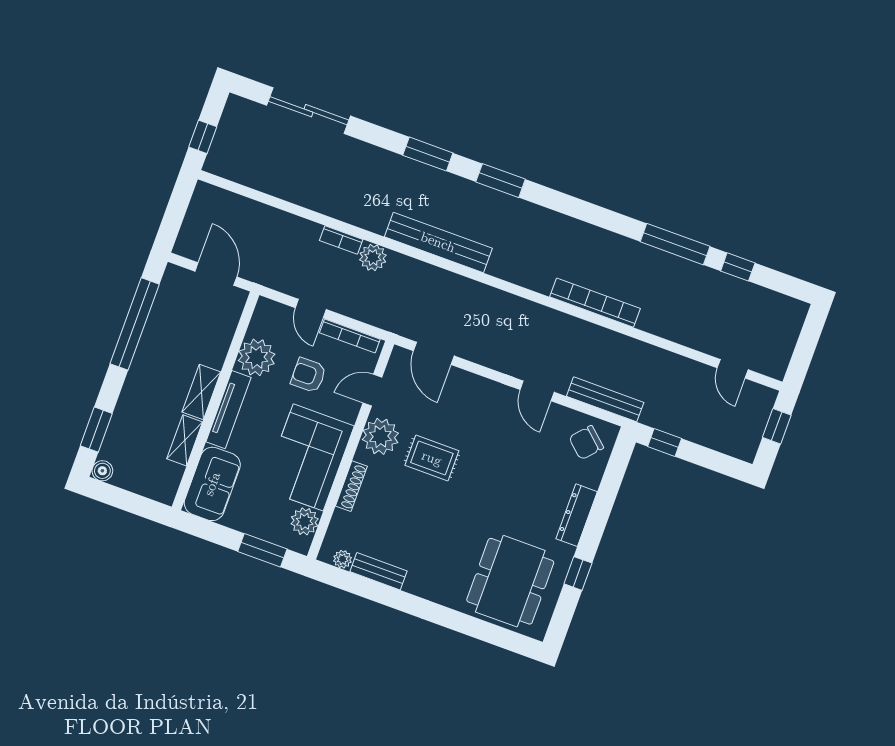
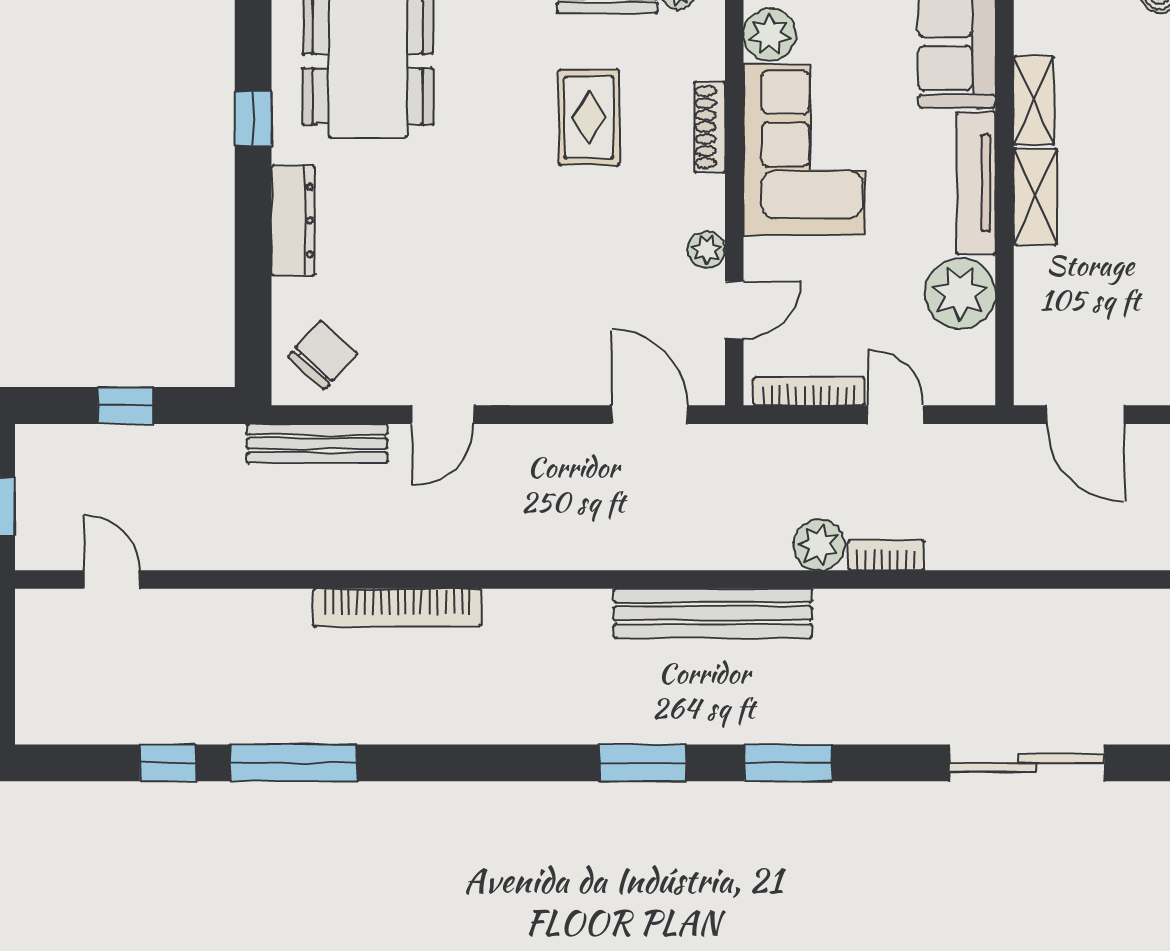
armchair: (308, 375) -> (857, 295), removed
door: (537, 391) -> (443, 415), swing flipped
plant: (380, 436) -> (707, 250), width x0.53, depth x0.53
window: (665, 442) -> (125, 405), moved
rug: (432, 458) -> (589, 117), moved, turned 90

